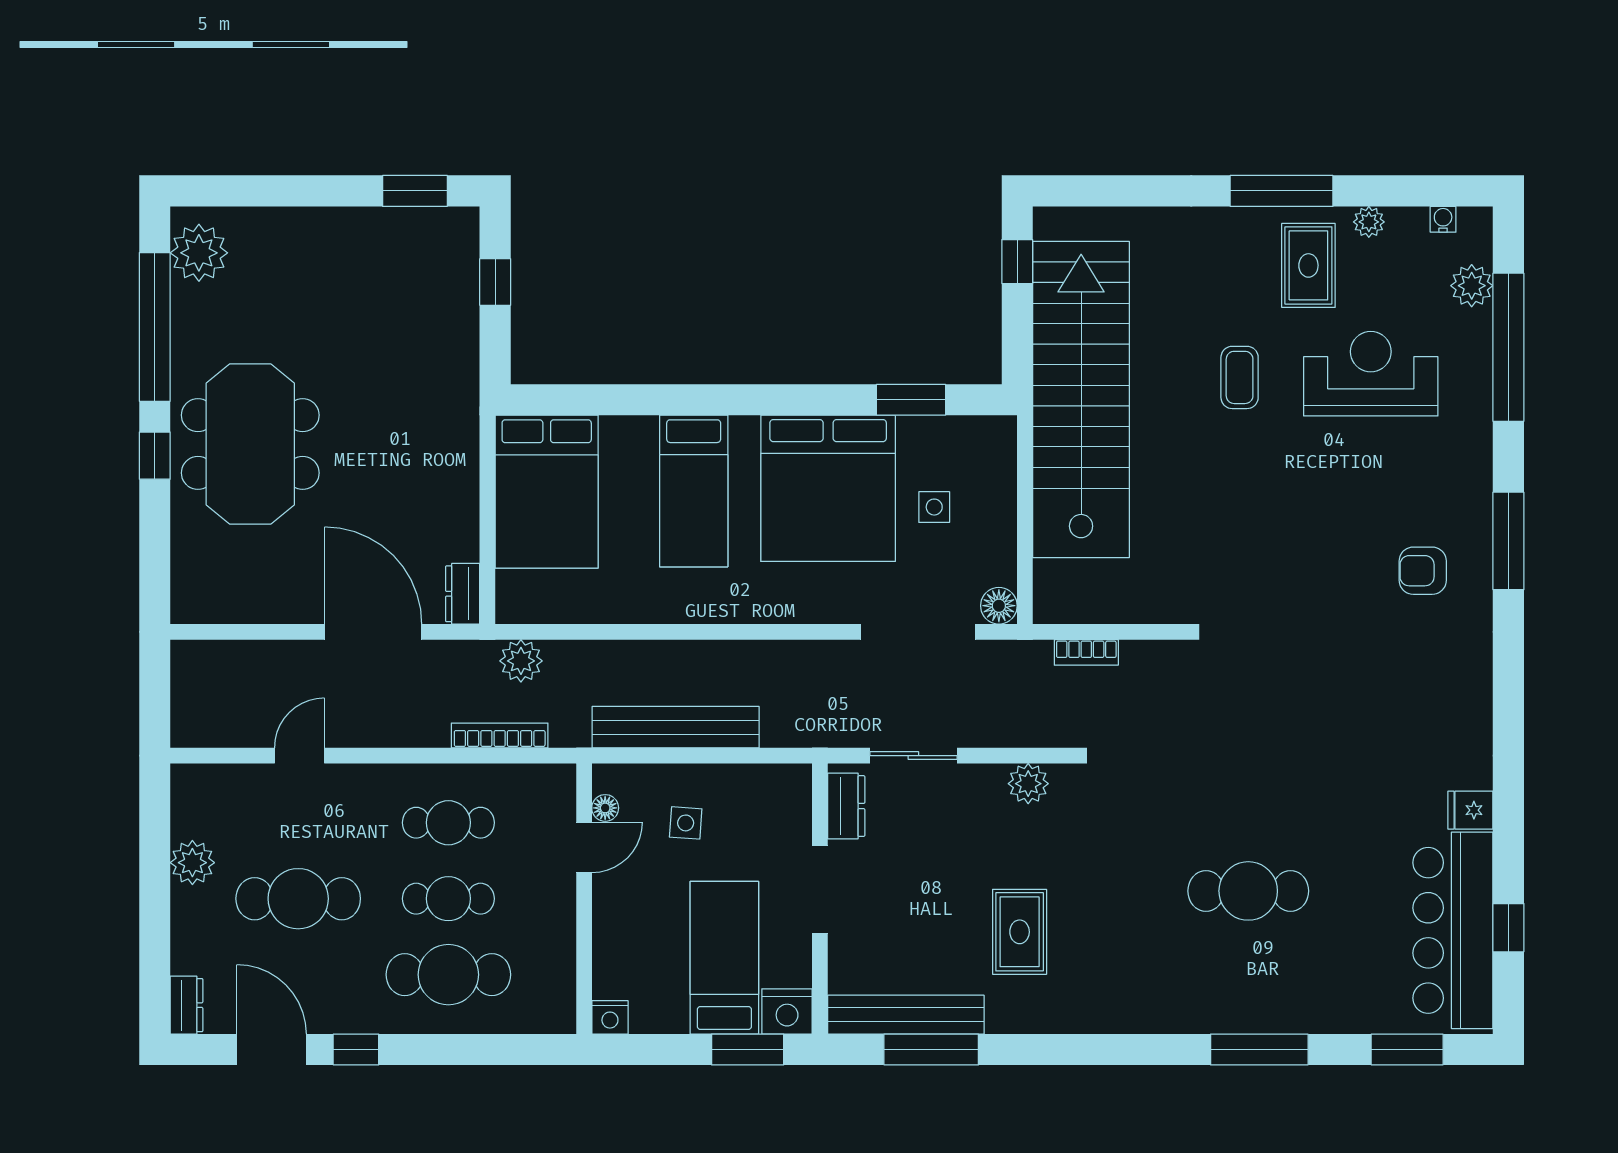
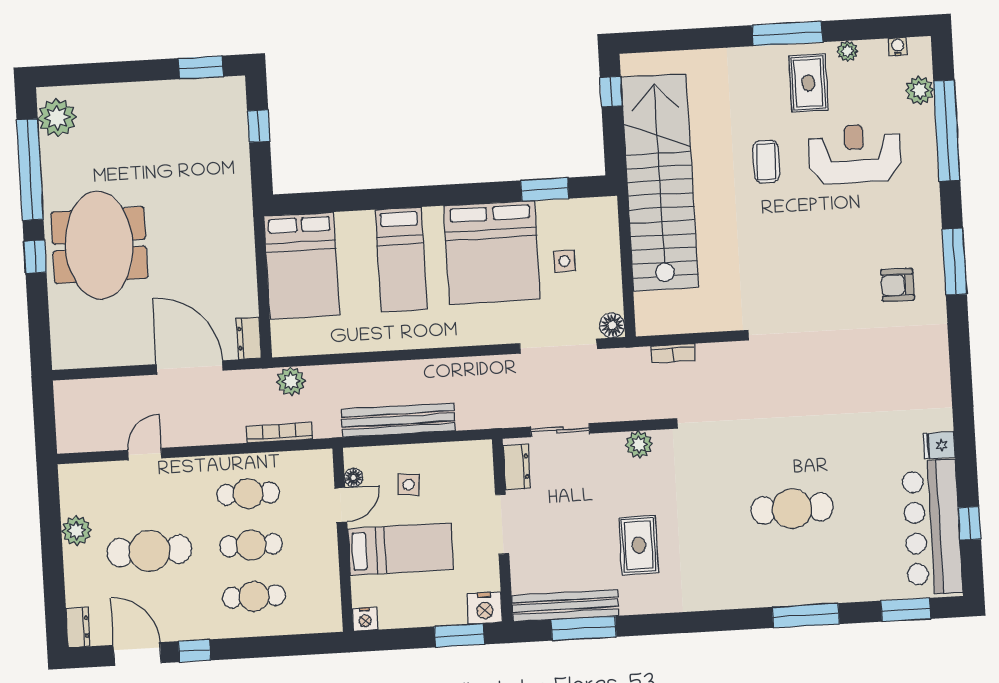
bed: (724, 958) -> (400, 549), moved, turned 90
cafe table: (448, 975) -> (254, 596), width x0.73, depth x0.74

